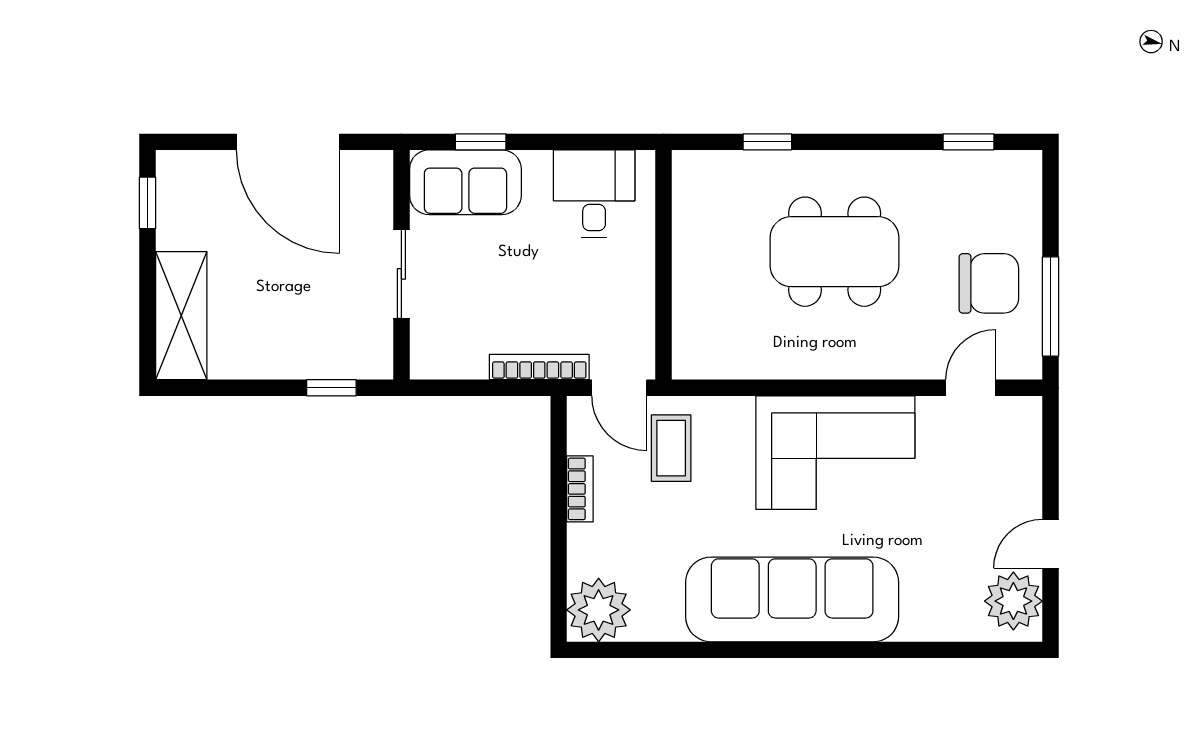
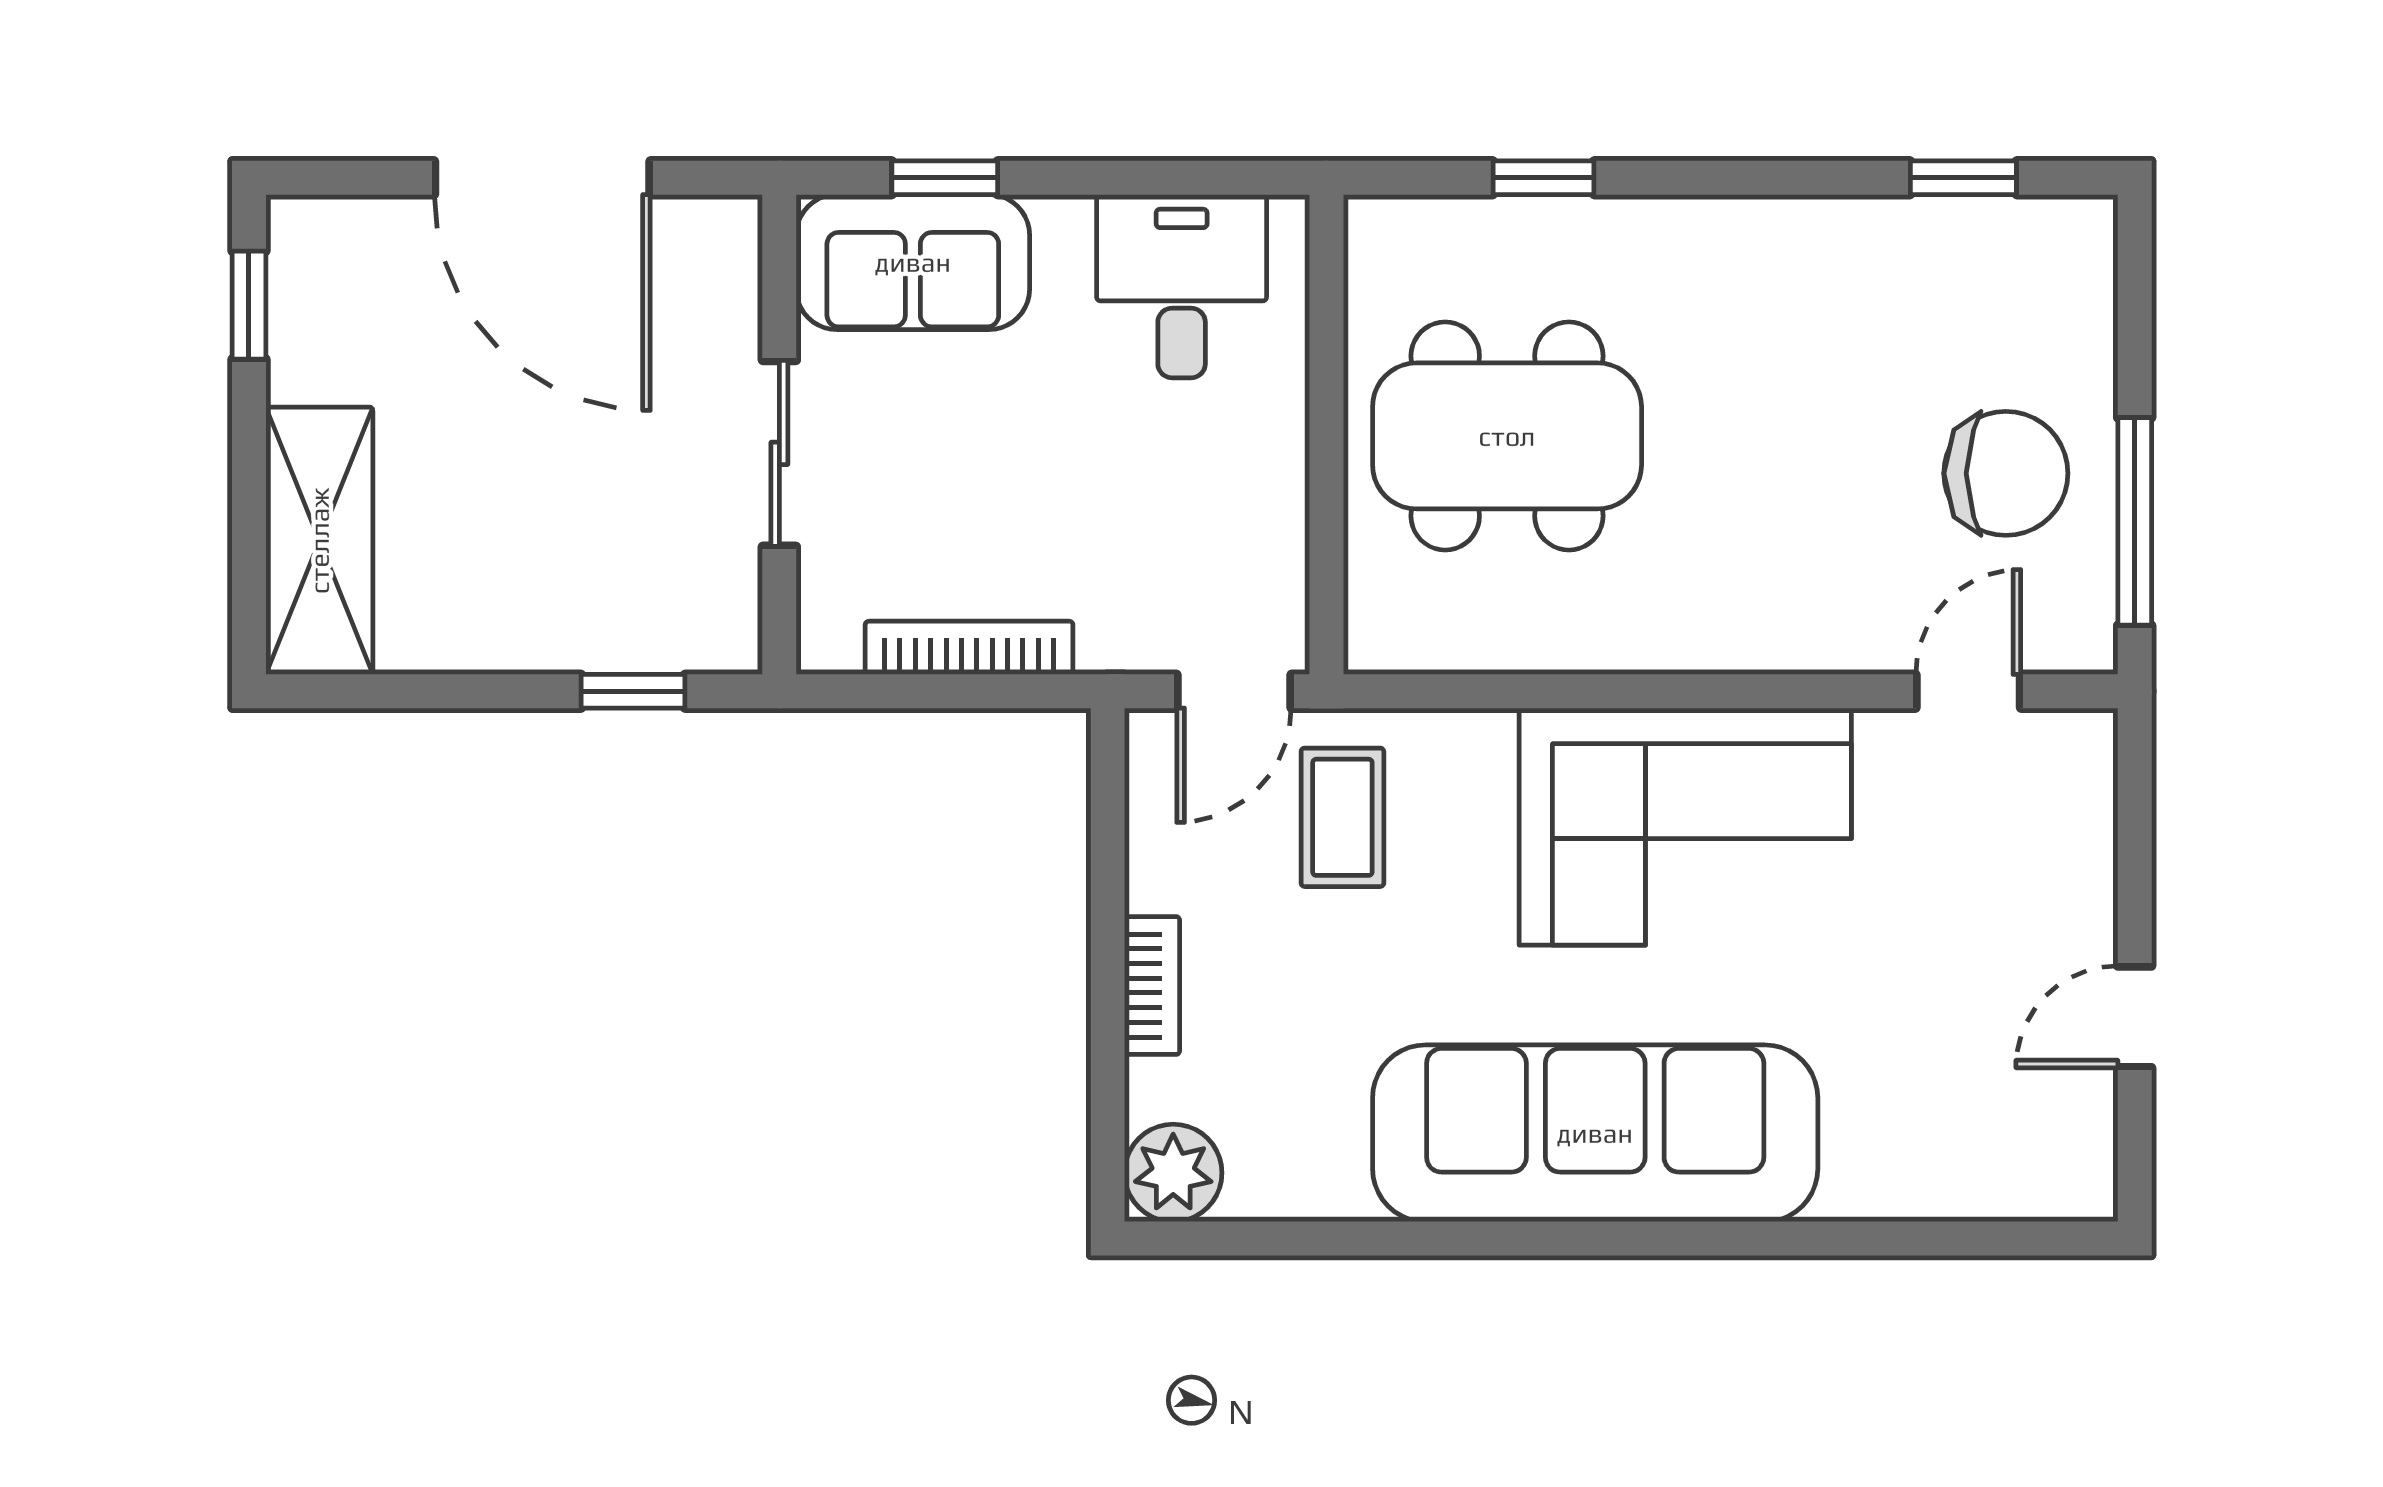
dining table: (835, 252) -> (1507, 436), moved
bookcase: (539, 367) -> (969, 648), moved
door: (619, 388) -> (1234, 691), hinge flipped
bookcase: (580, 489) -> (1152, 986), moved
plant: (1013, 601) -> (2057, 1137), removed
plant: (599, 610) -> (1173, 1173), width x0.73, depth x0.73

